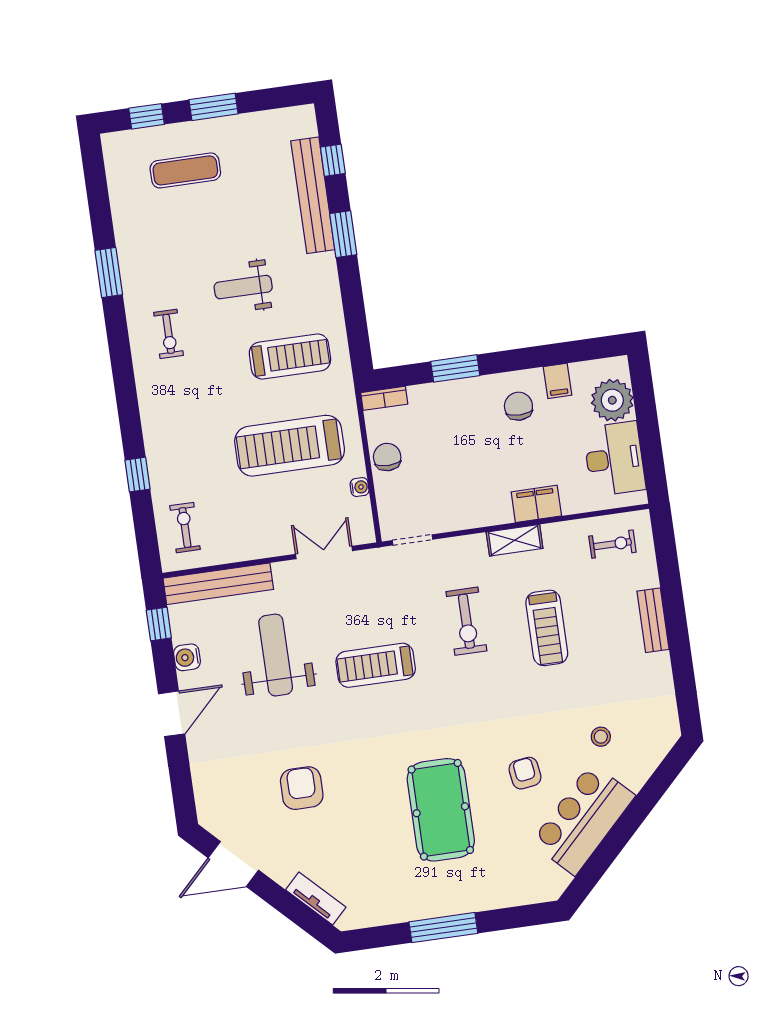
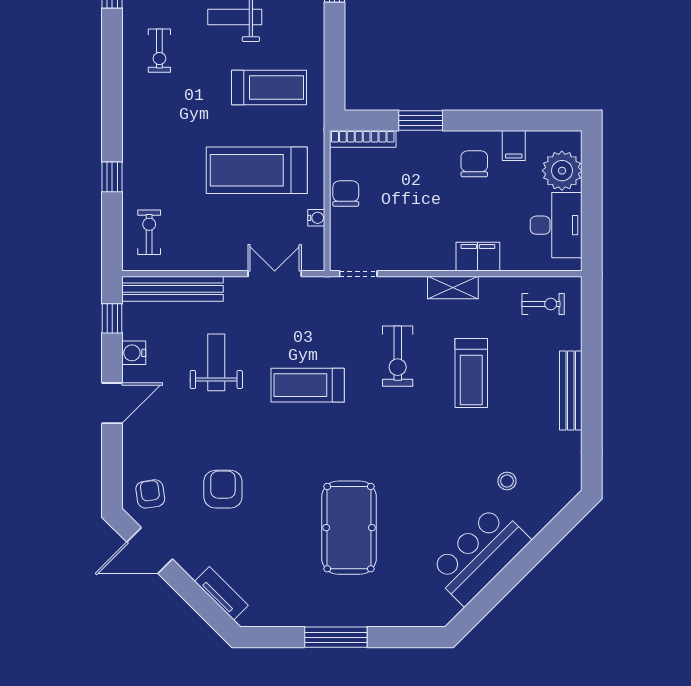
bookcase: (384, 398) -> (363, 139), width x1.56
bench: (653, 620) -> (571, 390), width x1.36
weight bench: (276, 655) -> (216, 362), width x0.73, depth x0.75
armchair: (525, 773) -> (150, 494), moved

